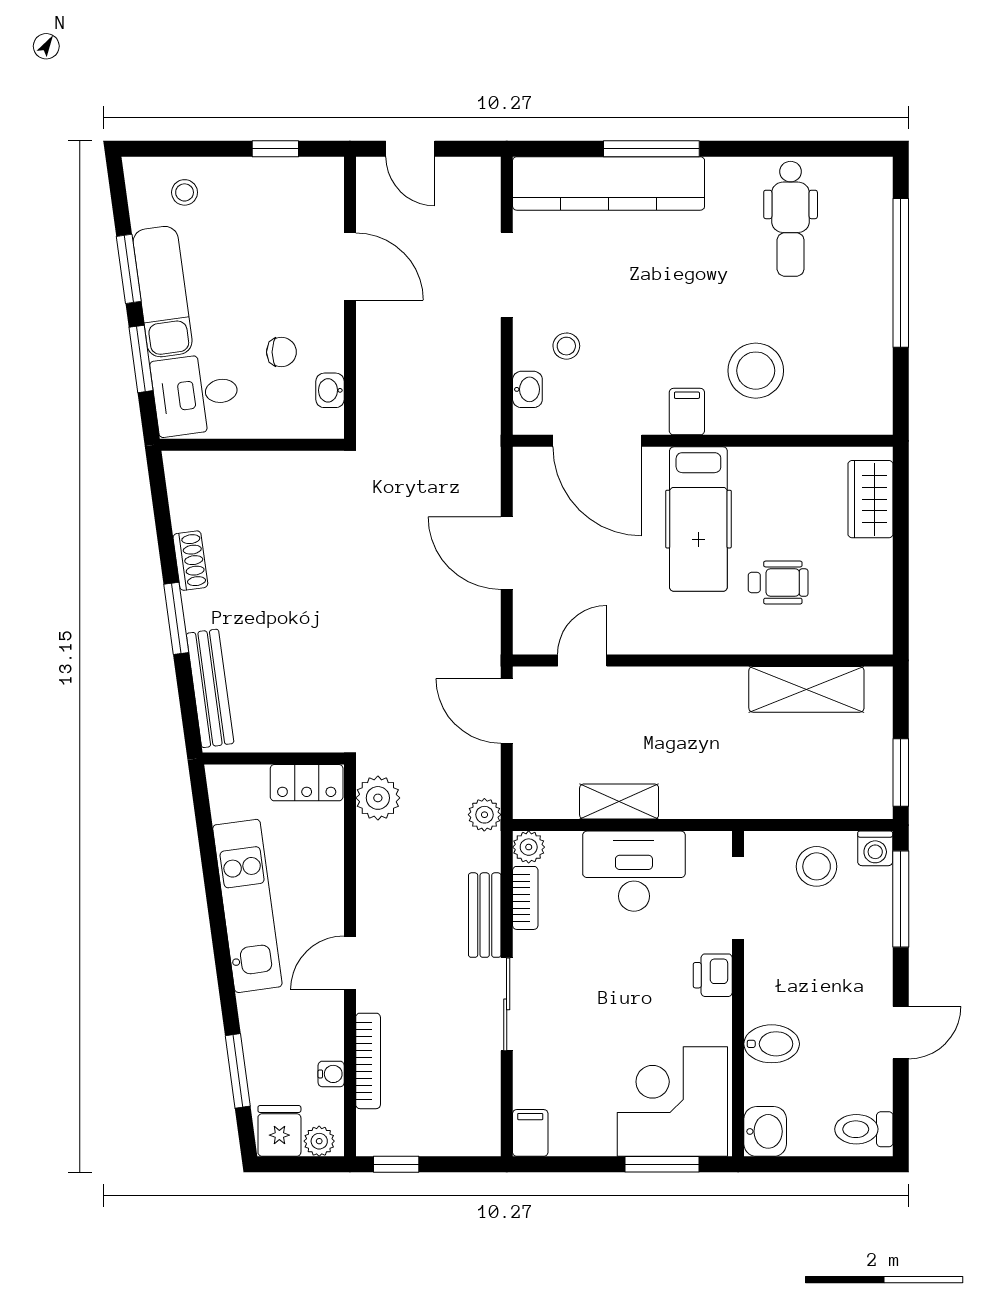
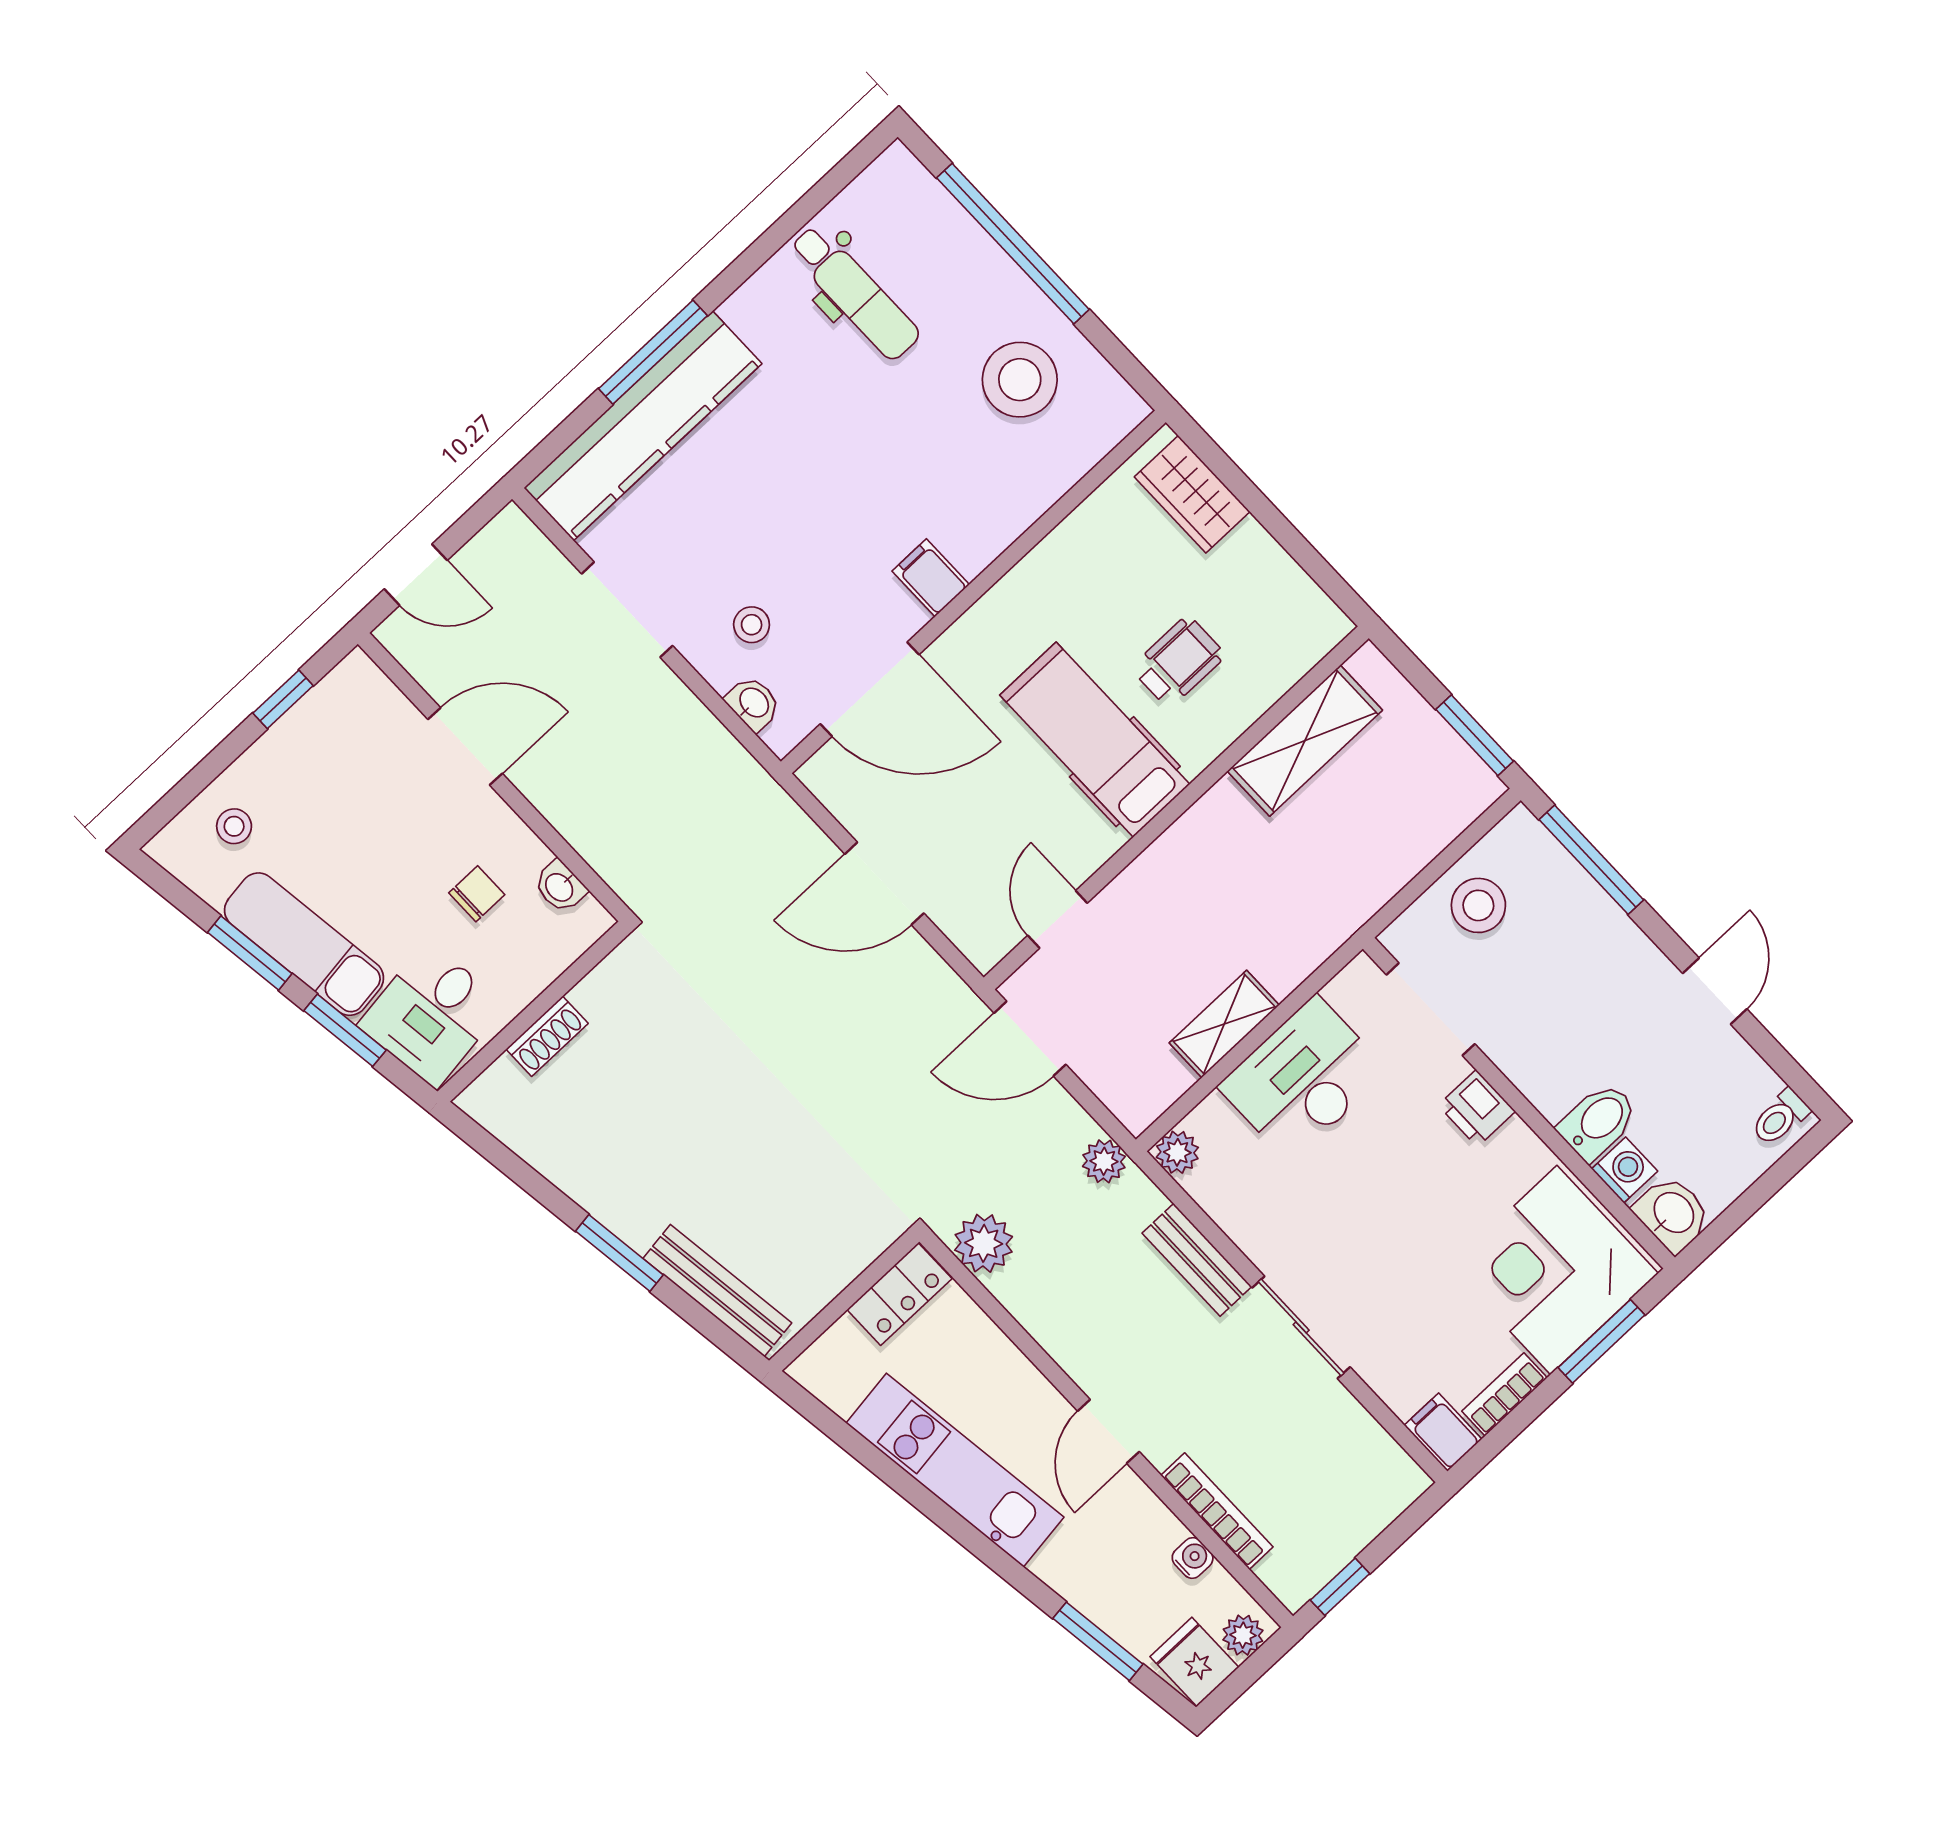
stool: (756, 371) -> (1020, 380), moved
hospital bed: (698, 519) -> (1095, 740), moved, turned 180
shoe rack: (190, 561) -> (547, 1036), moved, turned 98
washing machine: (875, 848) -> (1625, 1170), moved, turned -90
bookcase: (525, 898) -> (1505, 1394), moved, turned -90
toilet: (864, 1129) -> (1780, 1117), width x0.73, depth x0.72

